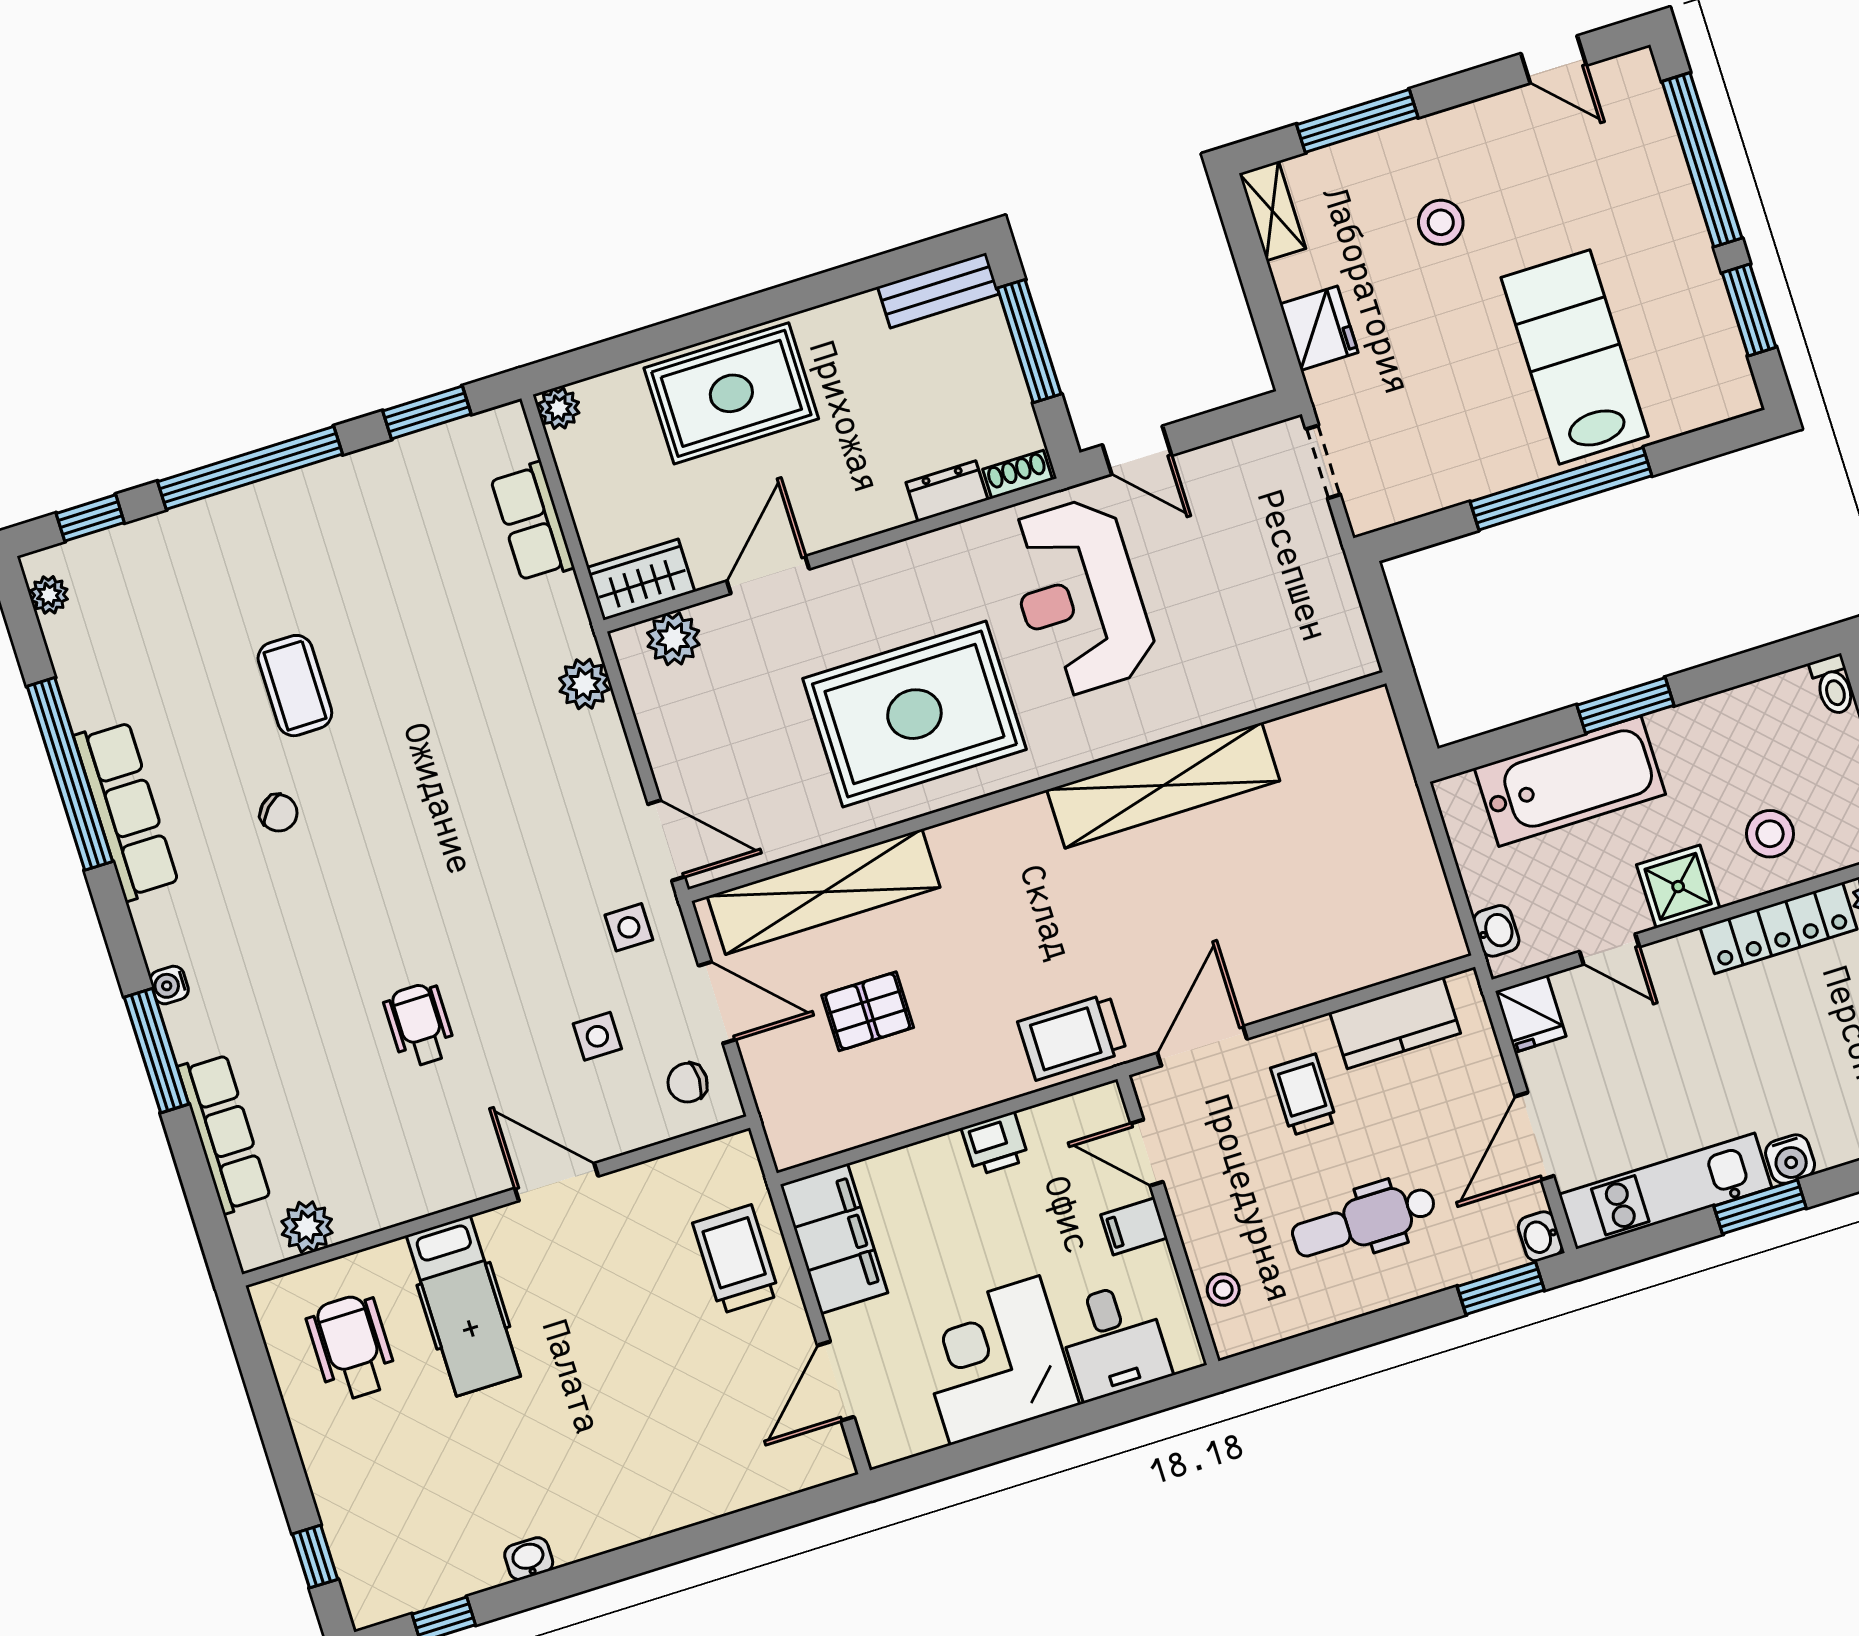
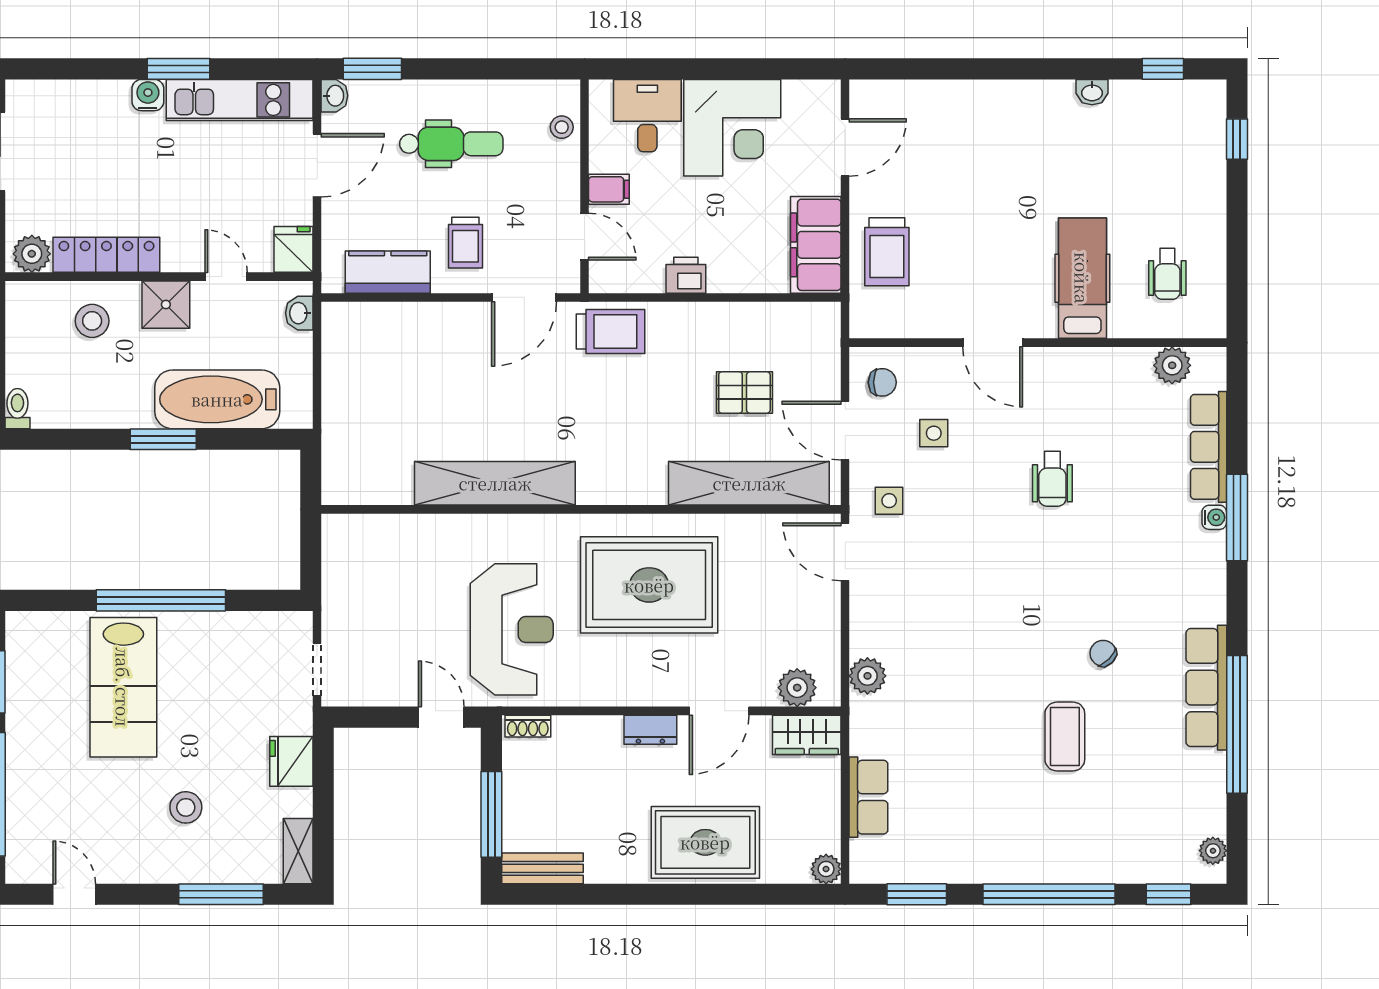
dresser: (947, 491) -> (650, 730), moved
water cooler: (169, 985) -> (1214, 517), moved
wheelchair: (352, 1347) -> (1167, 274), width x0.73, depth x0.73

